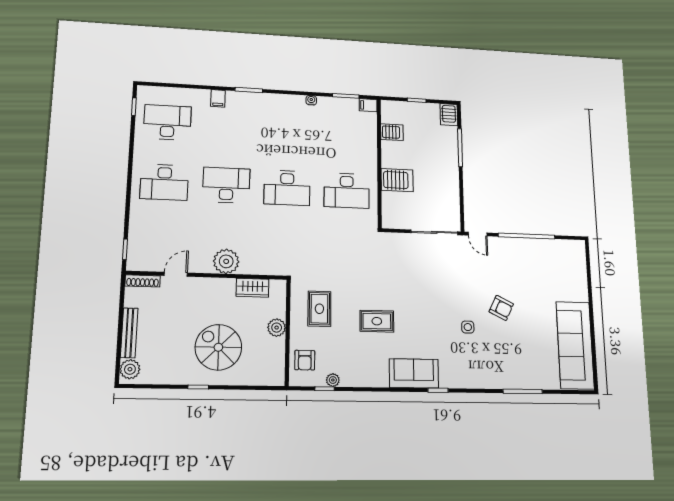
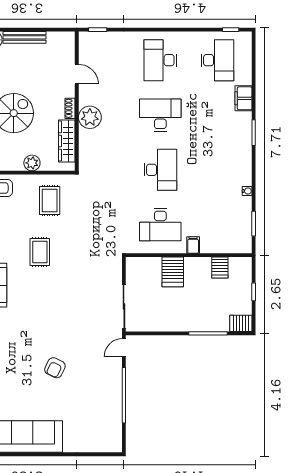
filing cabinet: (218, 98) -> (243, 98), width x2.00
filing cabinet: (368, 105) -> (193, 245), moved
desk: (226, 185) -> (160, 115), turned -90
desk: (287, 188) -> (160, 170), turned 180
desk: (347, 191) -> (160, 225), turned -90
shoe rack: (143, 281) -> (70, 108), moved, width x0.70
wardrobe: (252, 288) -> (67, 141), width x1.50
rug: (319, 309) -> (50, 200), turned 90
side table: (468, 327) -> (36, 336), removed

